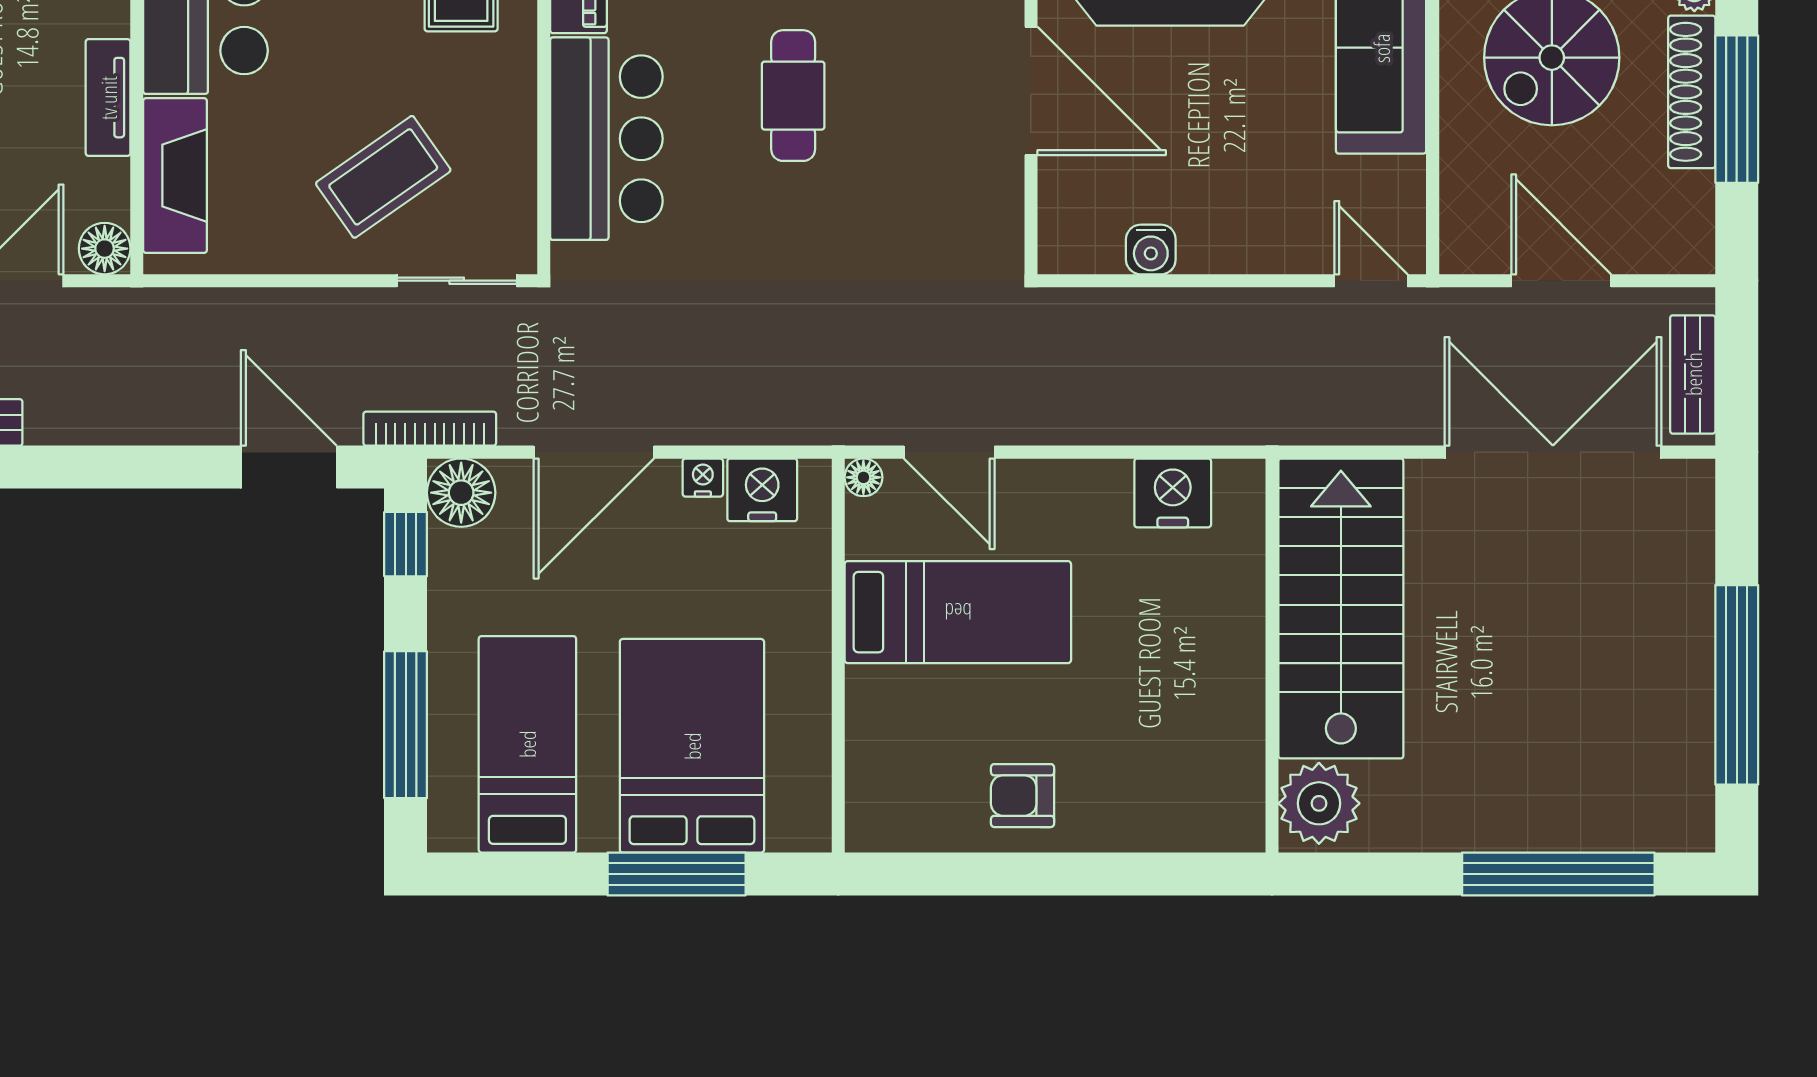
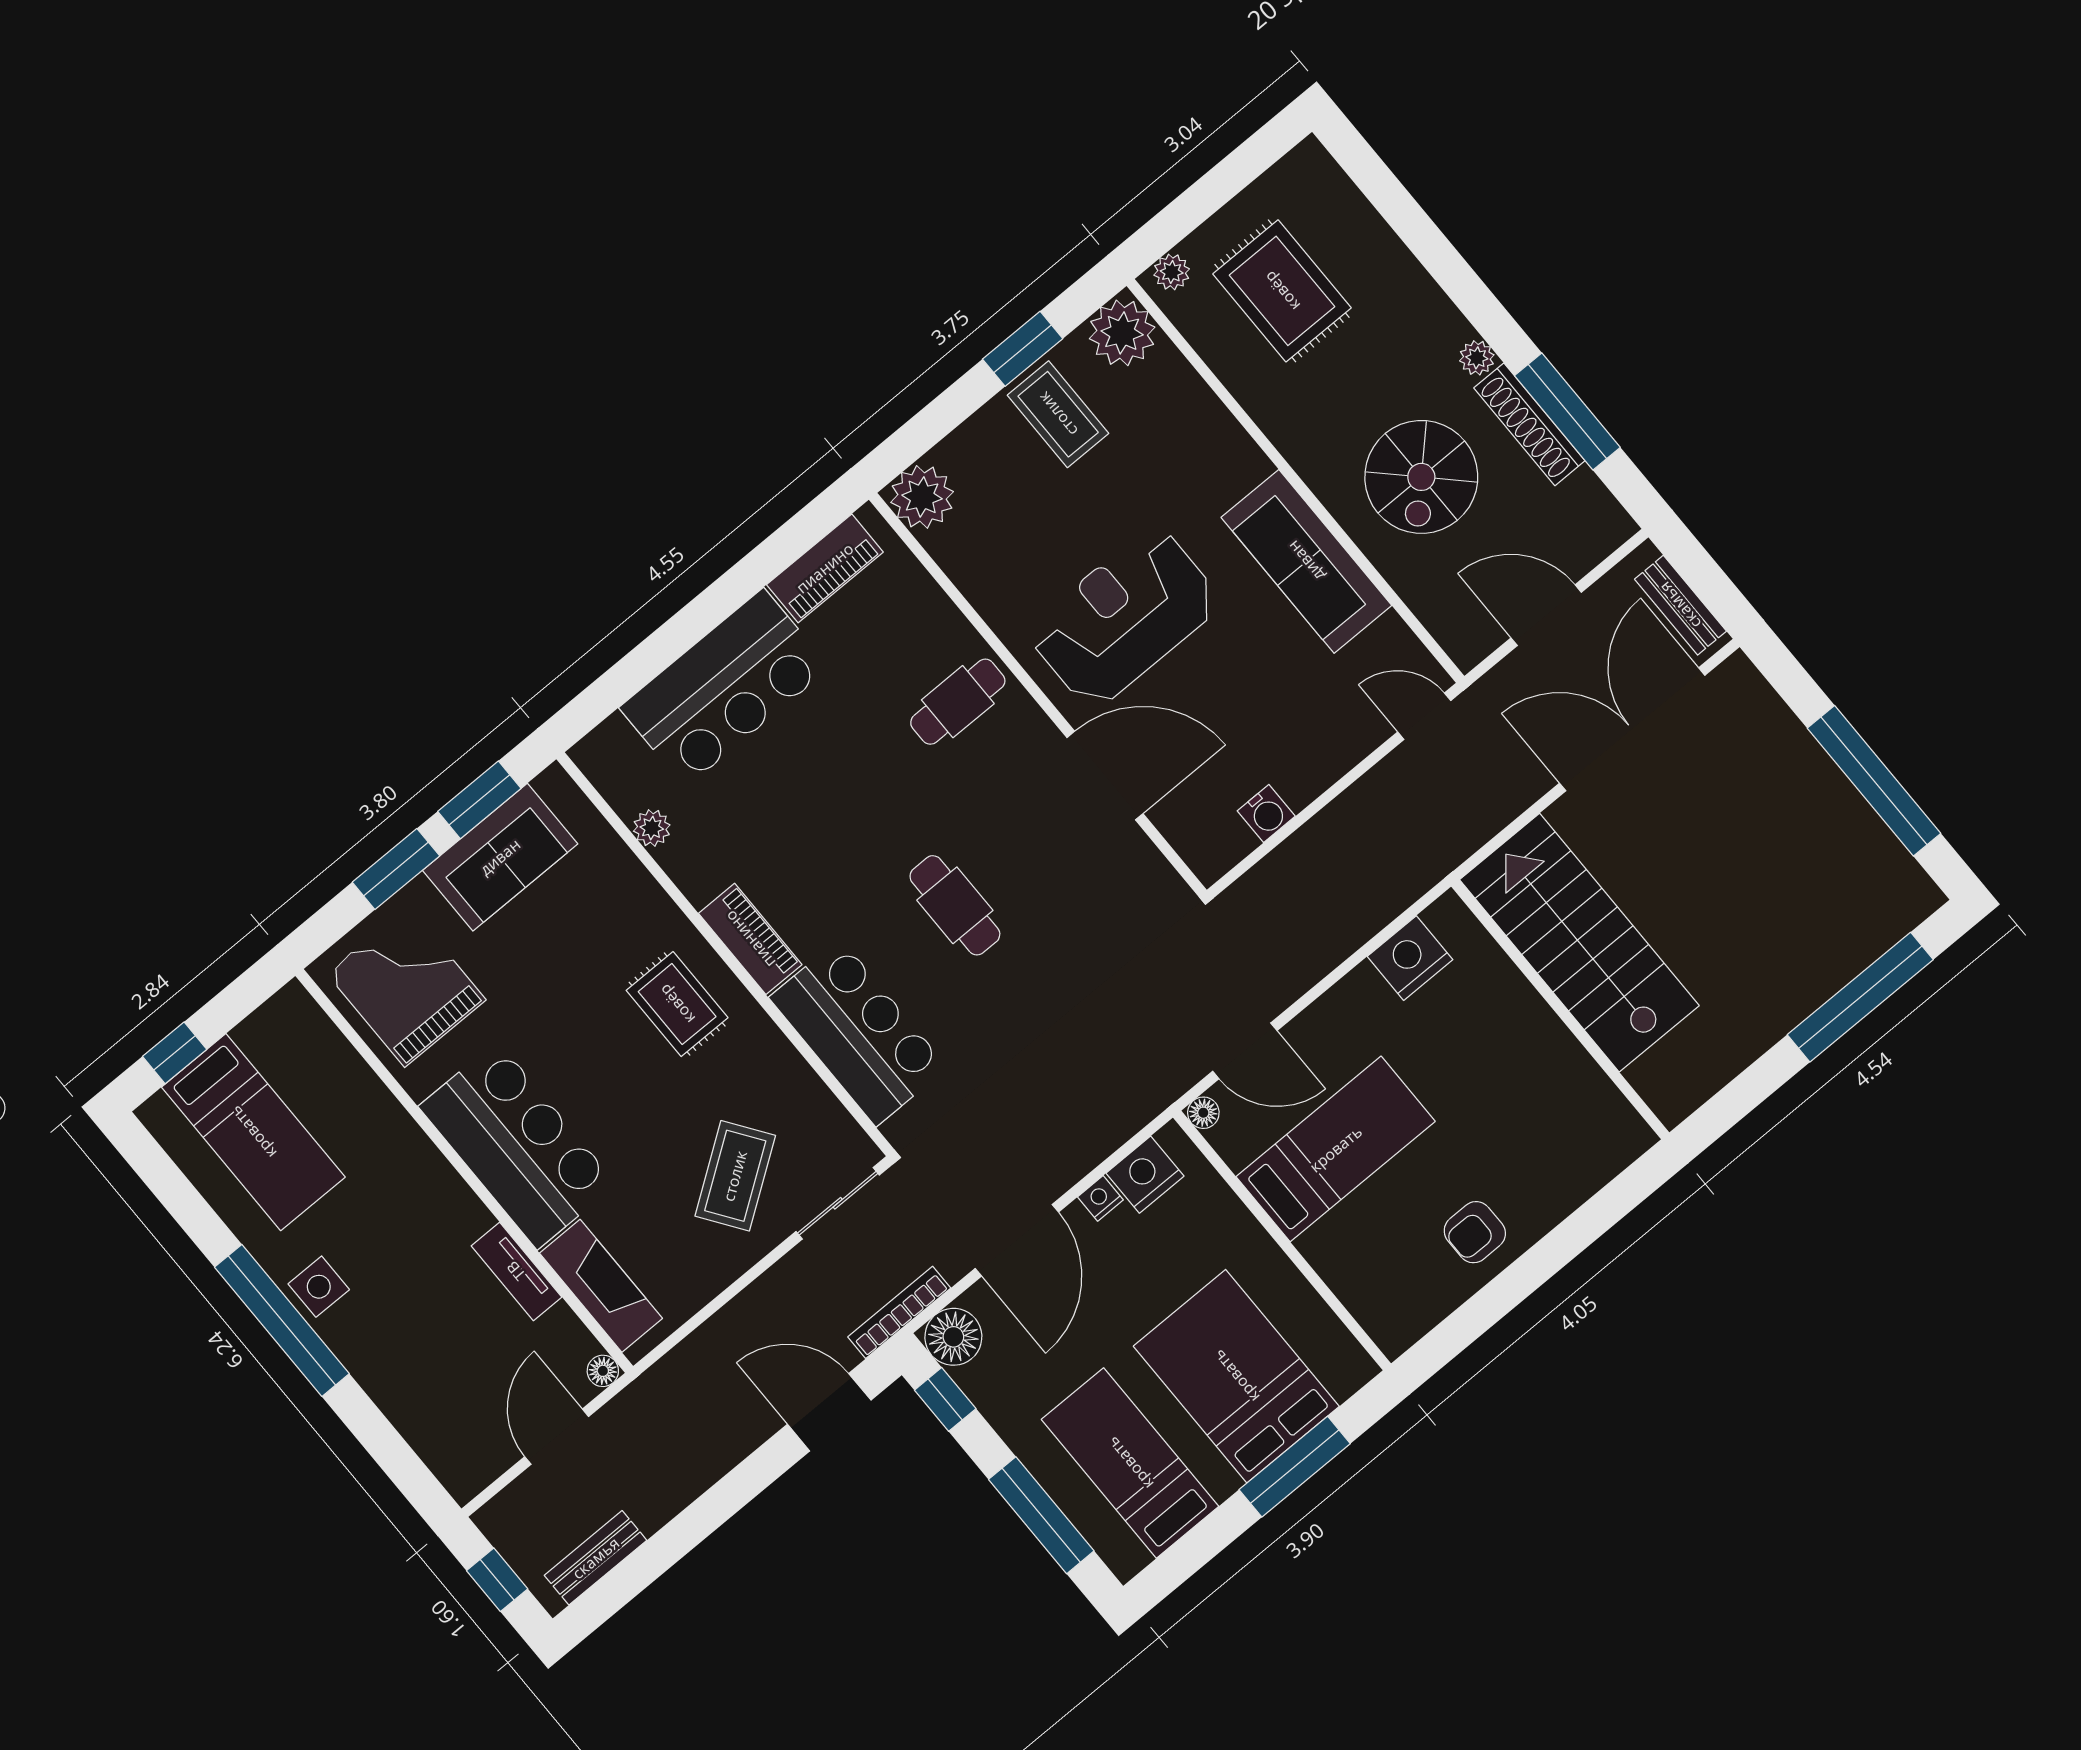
floor lamp: (105, 249) -> (603, 1371), width x0.73, depth x0.73
plant: (1319, 803) -> (1669, 1079), removed

